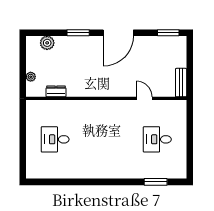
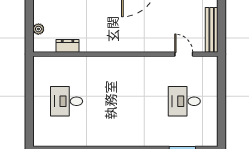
bench: (181, 83) -> (212, 30), width x1.36
door: (144, 98) -> (184, 54), moved

